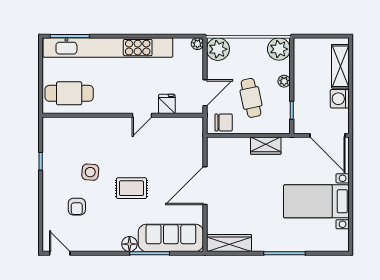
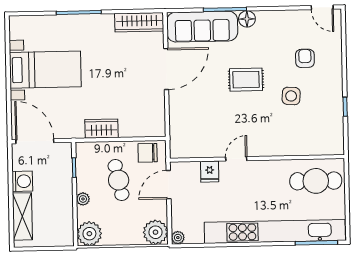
door: (205, 186) -> (166, 69), moved

